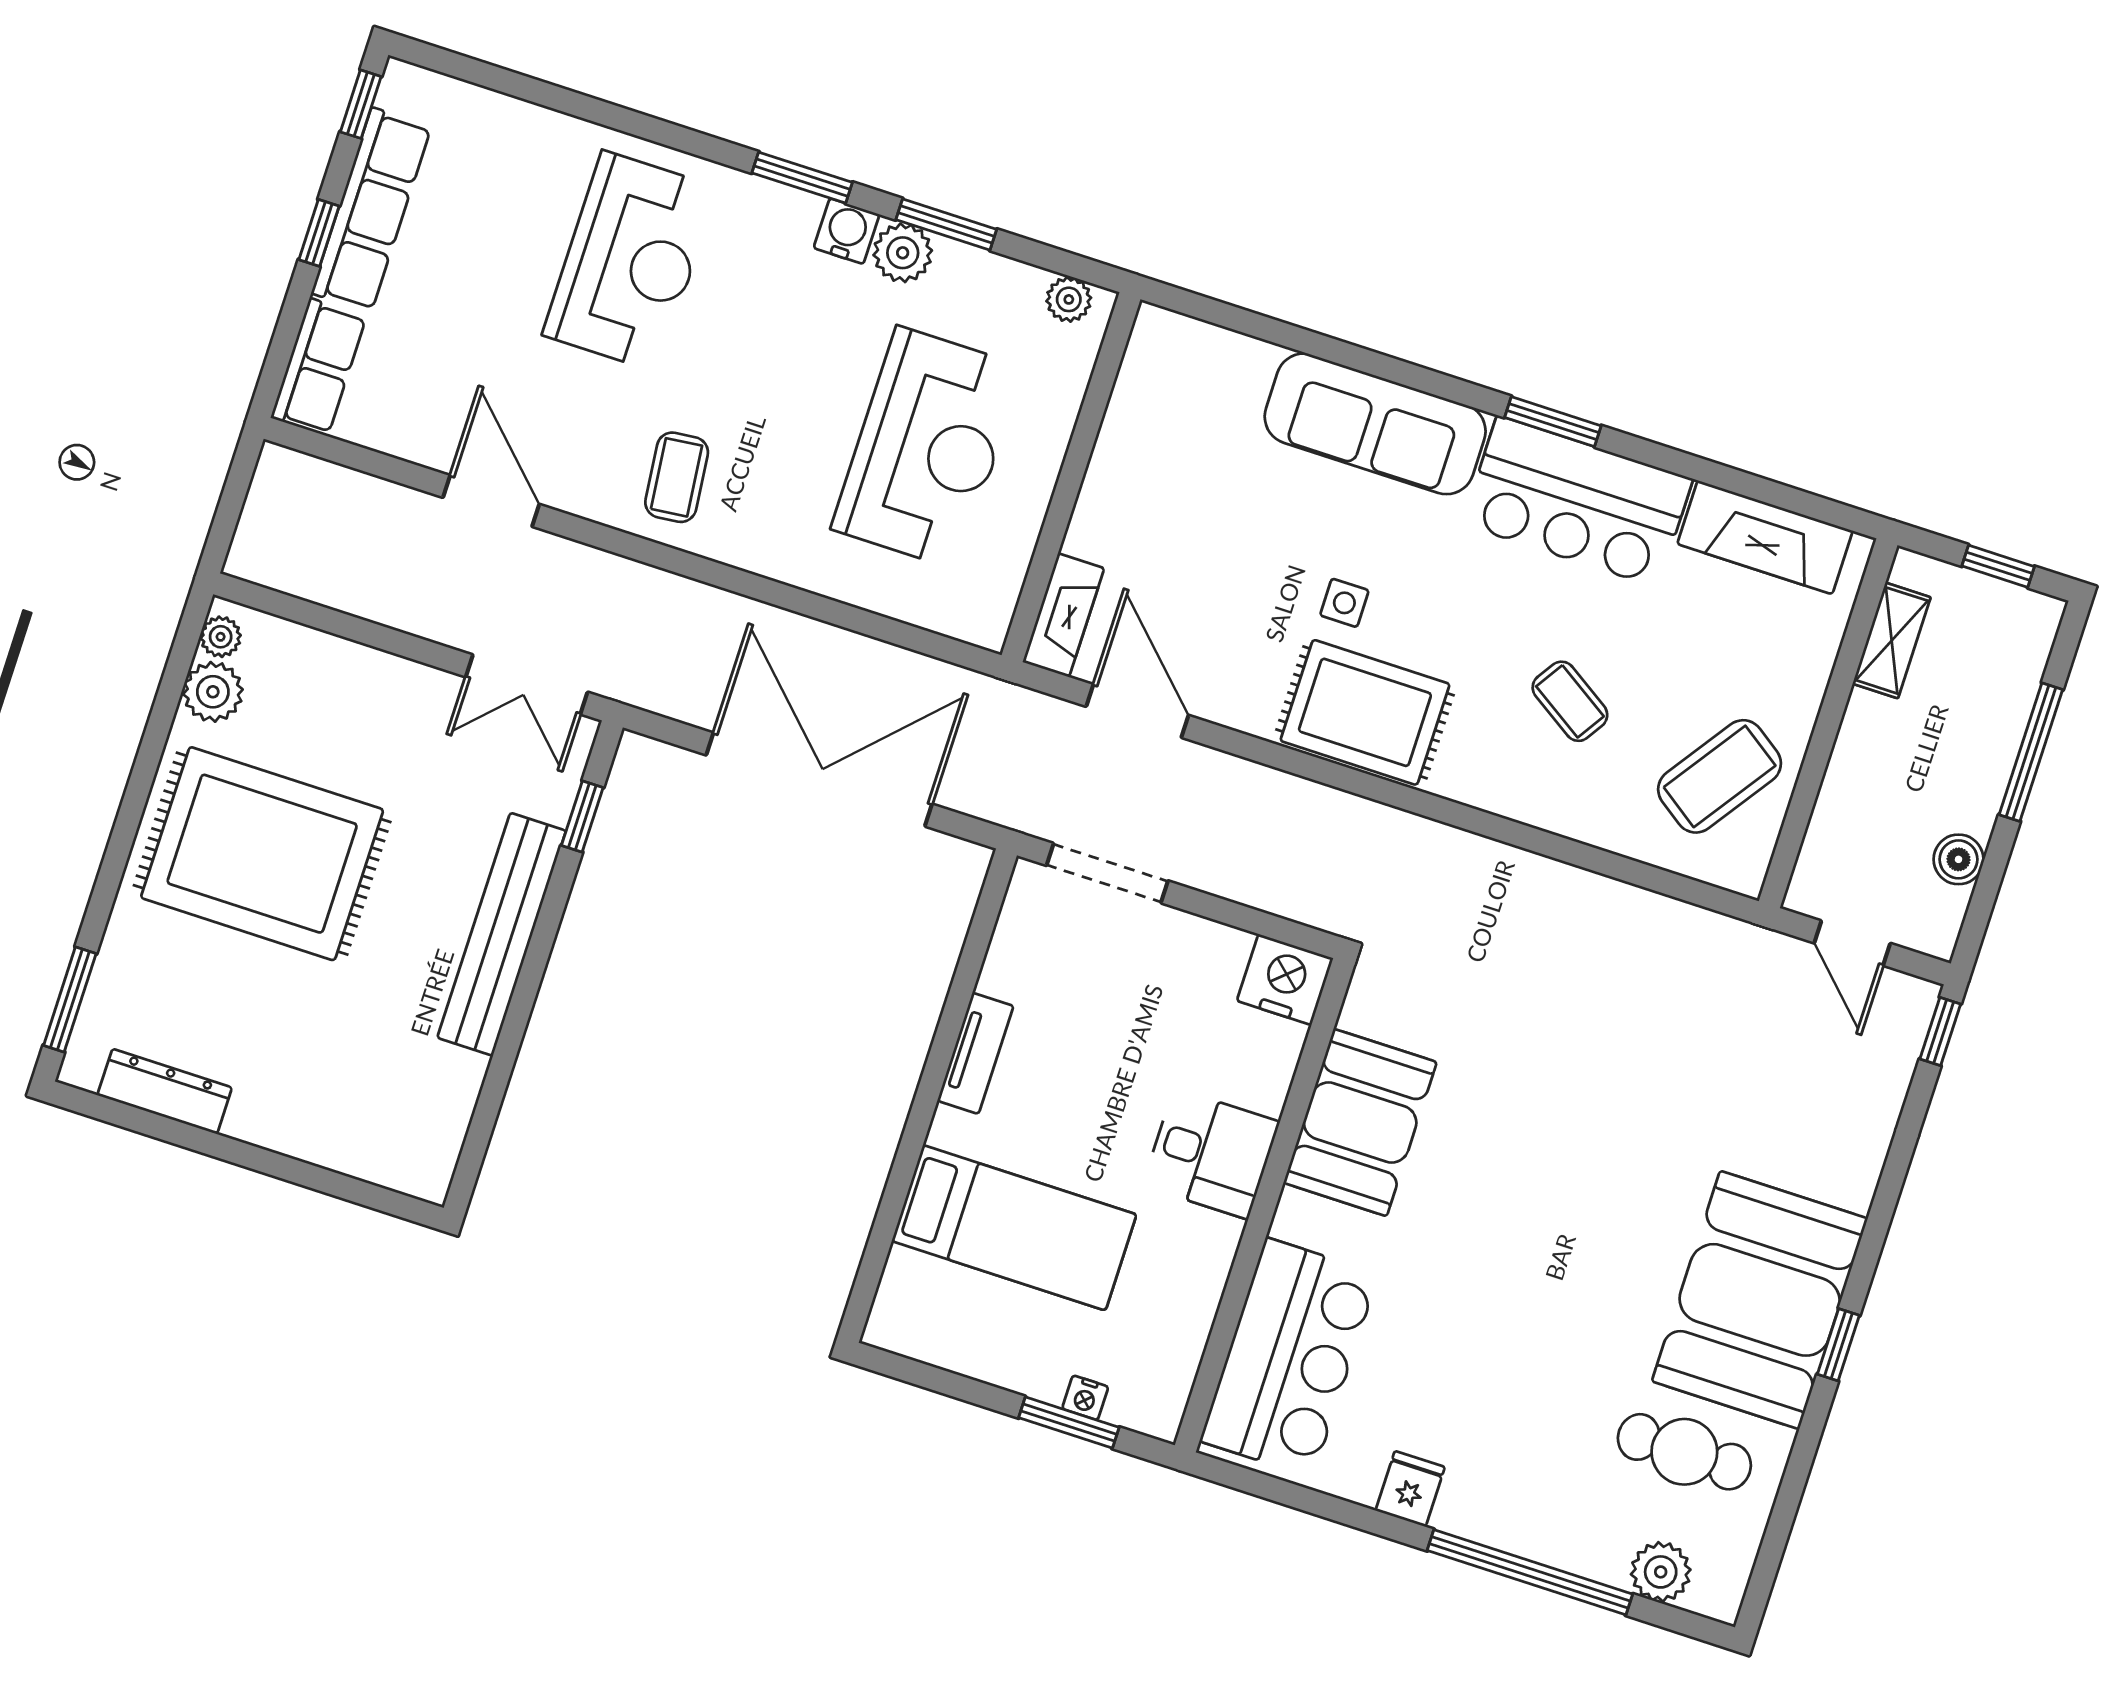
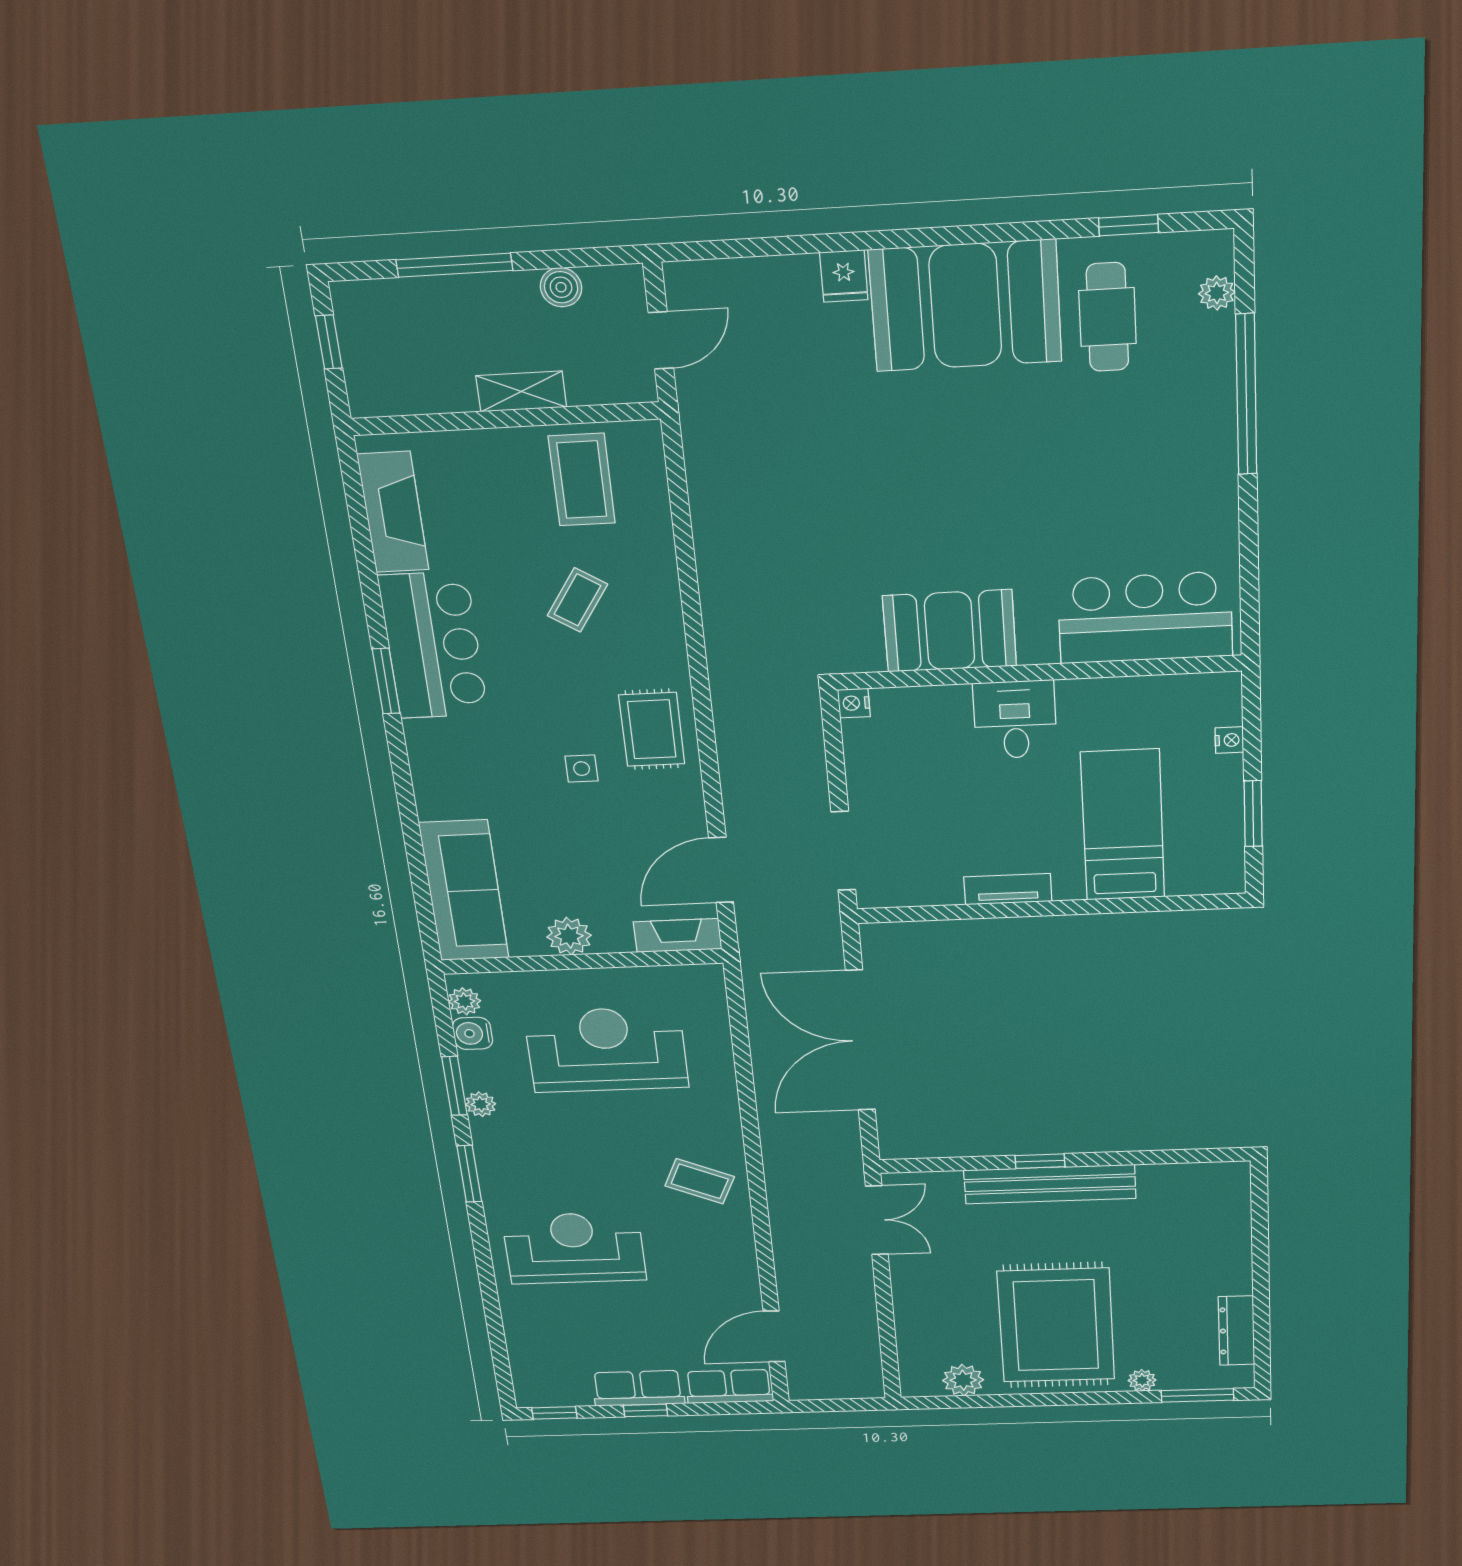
row of seats: (371, 210) -> (638, 1388), width x0.68
water cooler: (847, 231) -> (472, 1033), moved
plant: (903, 253) -> (481, 1104), width x0.73, depth x0.73
sofa: (1375, 424) -> (464, 891), moved
coffee table: (677, 477) -> (700, 1181), turned 30
plant: (1114, 478) -> (569, 936), added
door: (491, 501) -> (774, 1336), moved
plant: (221, 637) -> (1142, 1380), moved
shelving: (1892, 640) -> (521, 391), moved
rug: (1365, 712) -> (652, 729), width x0.73, depth x0.70
coffee table: (1720, 776) -> (582, 480), turned 55
window: (582, 816) -> (1040, 1161), moved
nightstand: (1285, 979) -> (854, 703), width x0.53, depth x0.56
window: (1940, 1031) -> (699, 251), removed
window: (1838, 1345) -> (1128, 225), moved
window: (1069, 1423) -> (1253, 814), moved
fridge: (1410, 1489) -> (844, 276), moved, turned -90
plant: (1661, 1572) -> (1217, 293), width x0.73, depth x0.73

